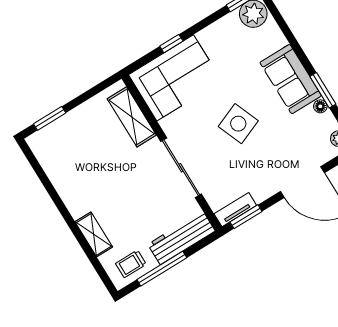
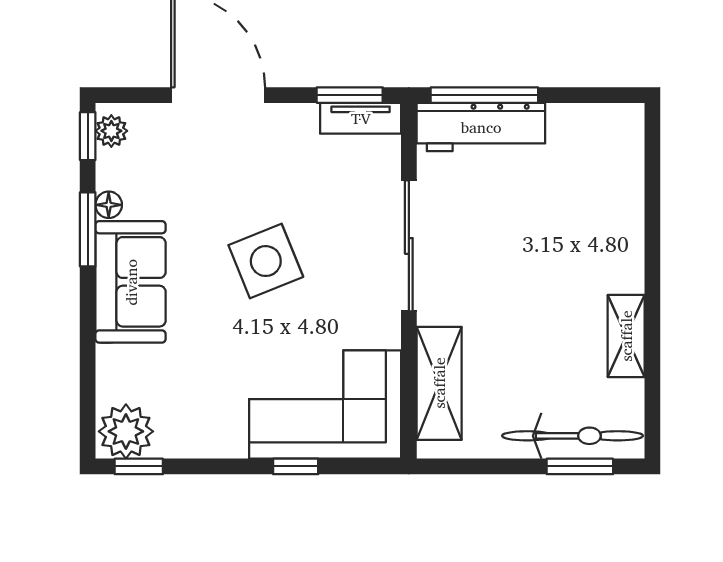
bicycle: (61, 130) -> (572, 436), added
shelving: (94, 234) -> (626, 336), moved
trolley: (131, 264) -> (594, 135), removed
window: (162, 269) -> (484, 95), moved

